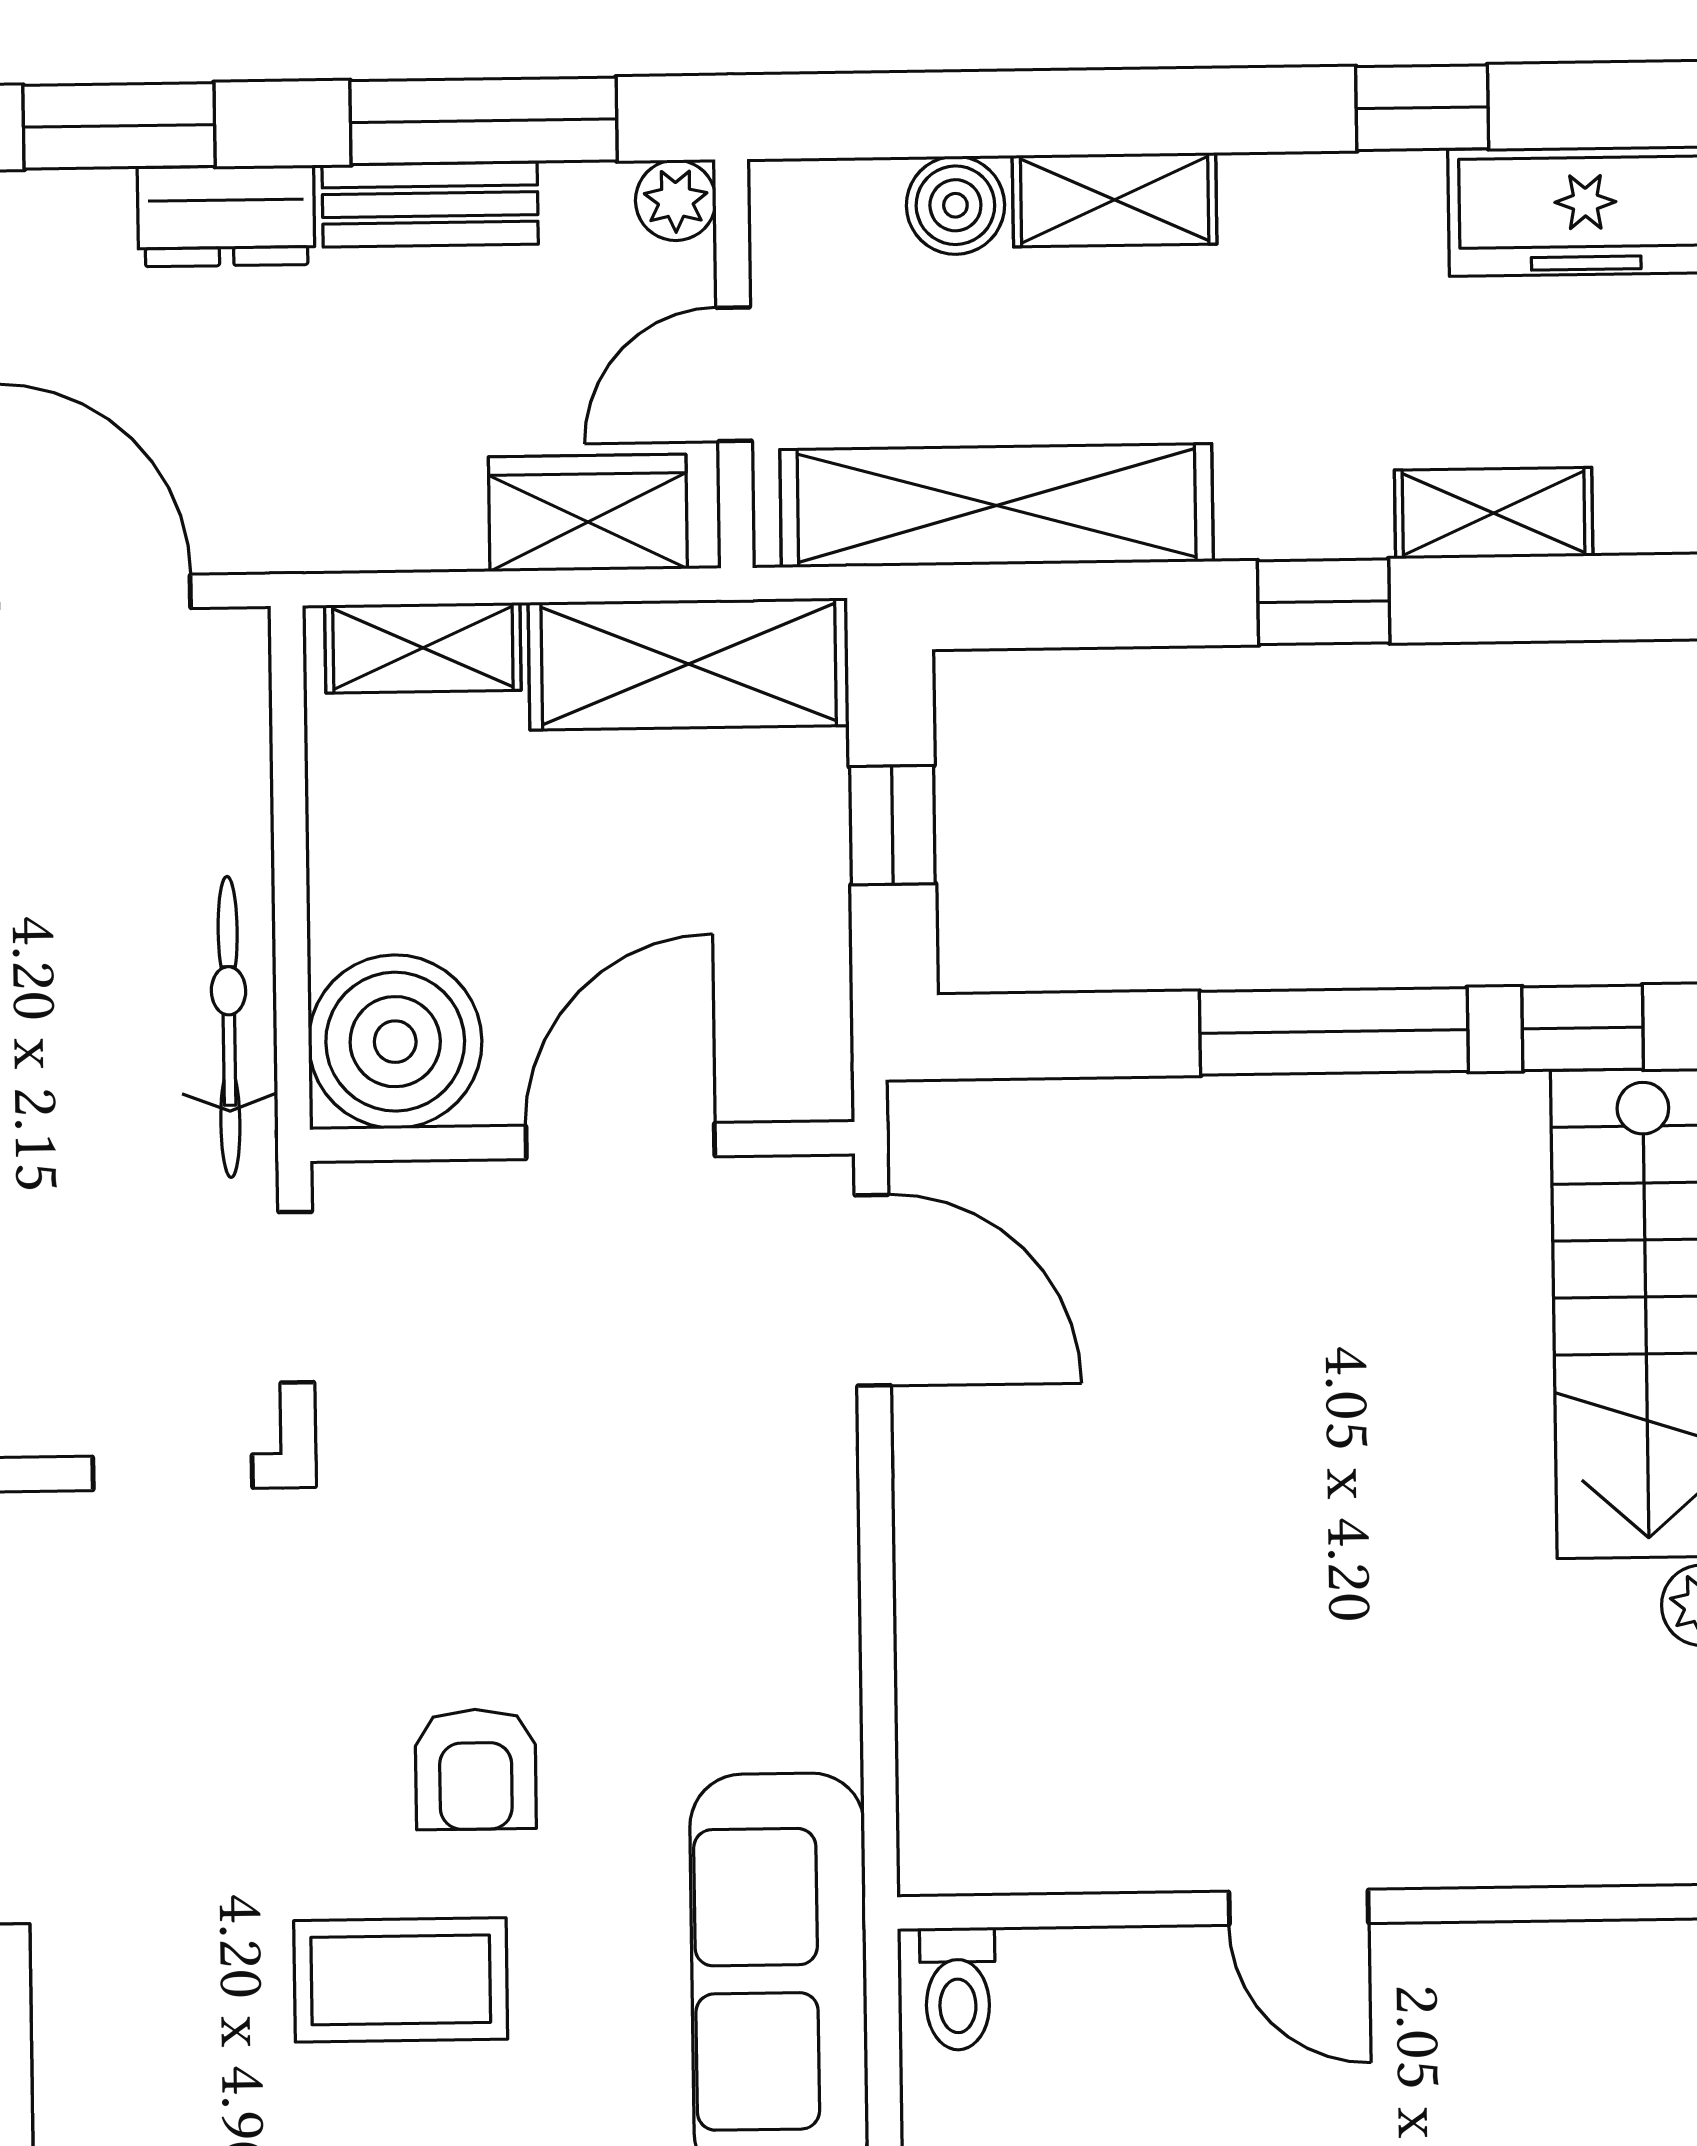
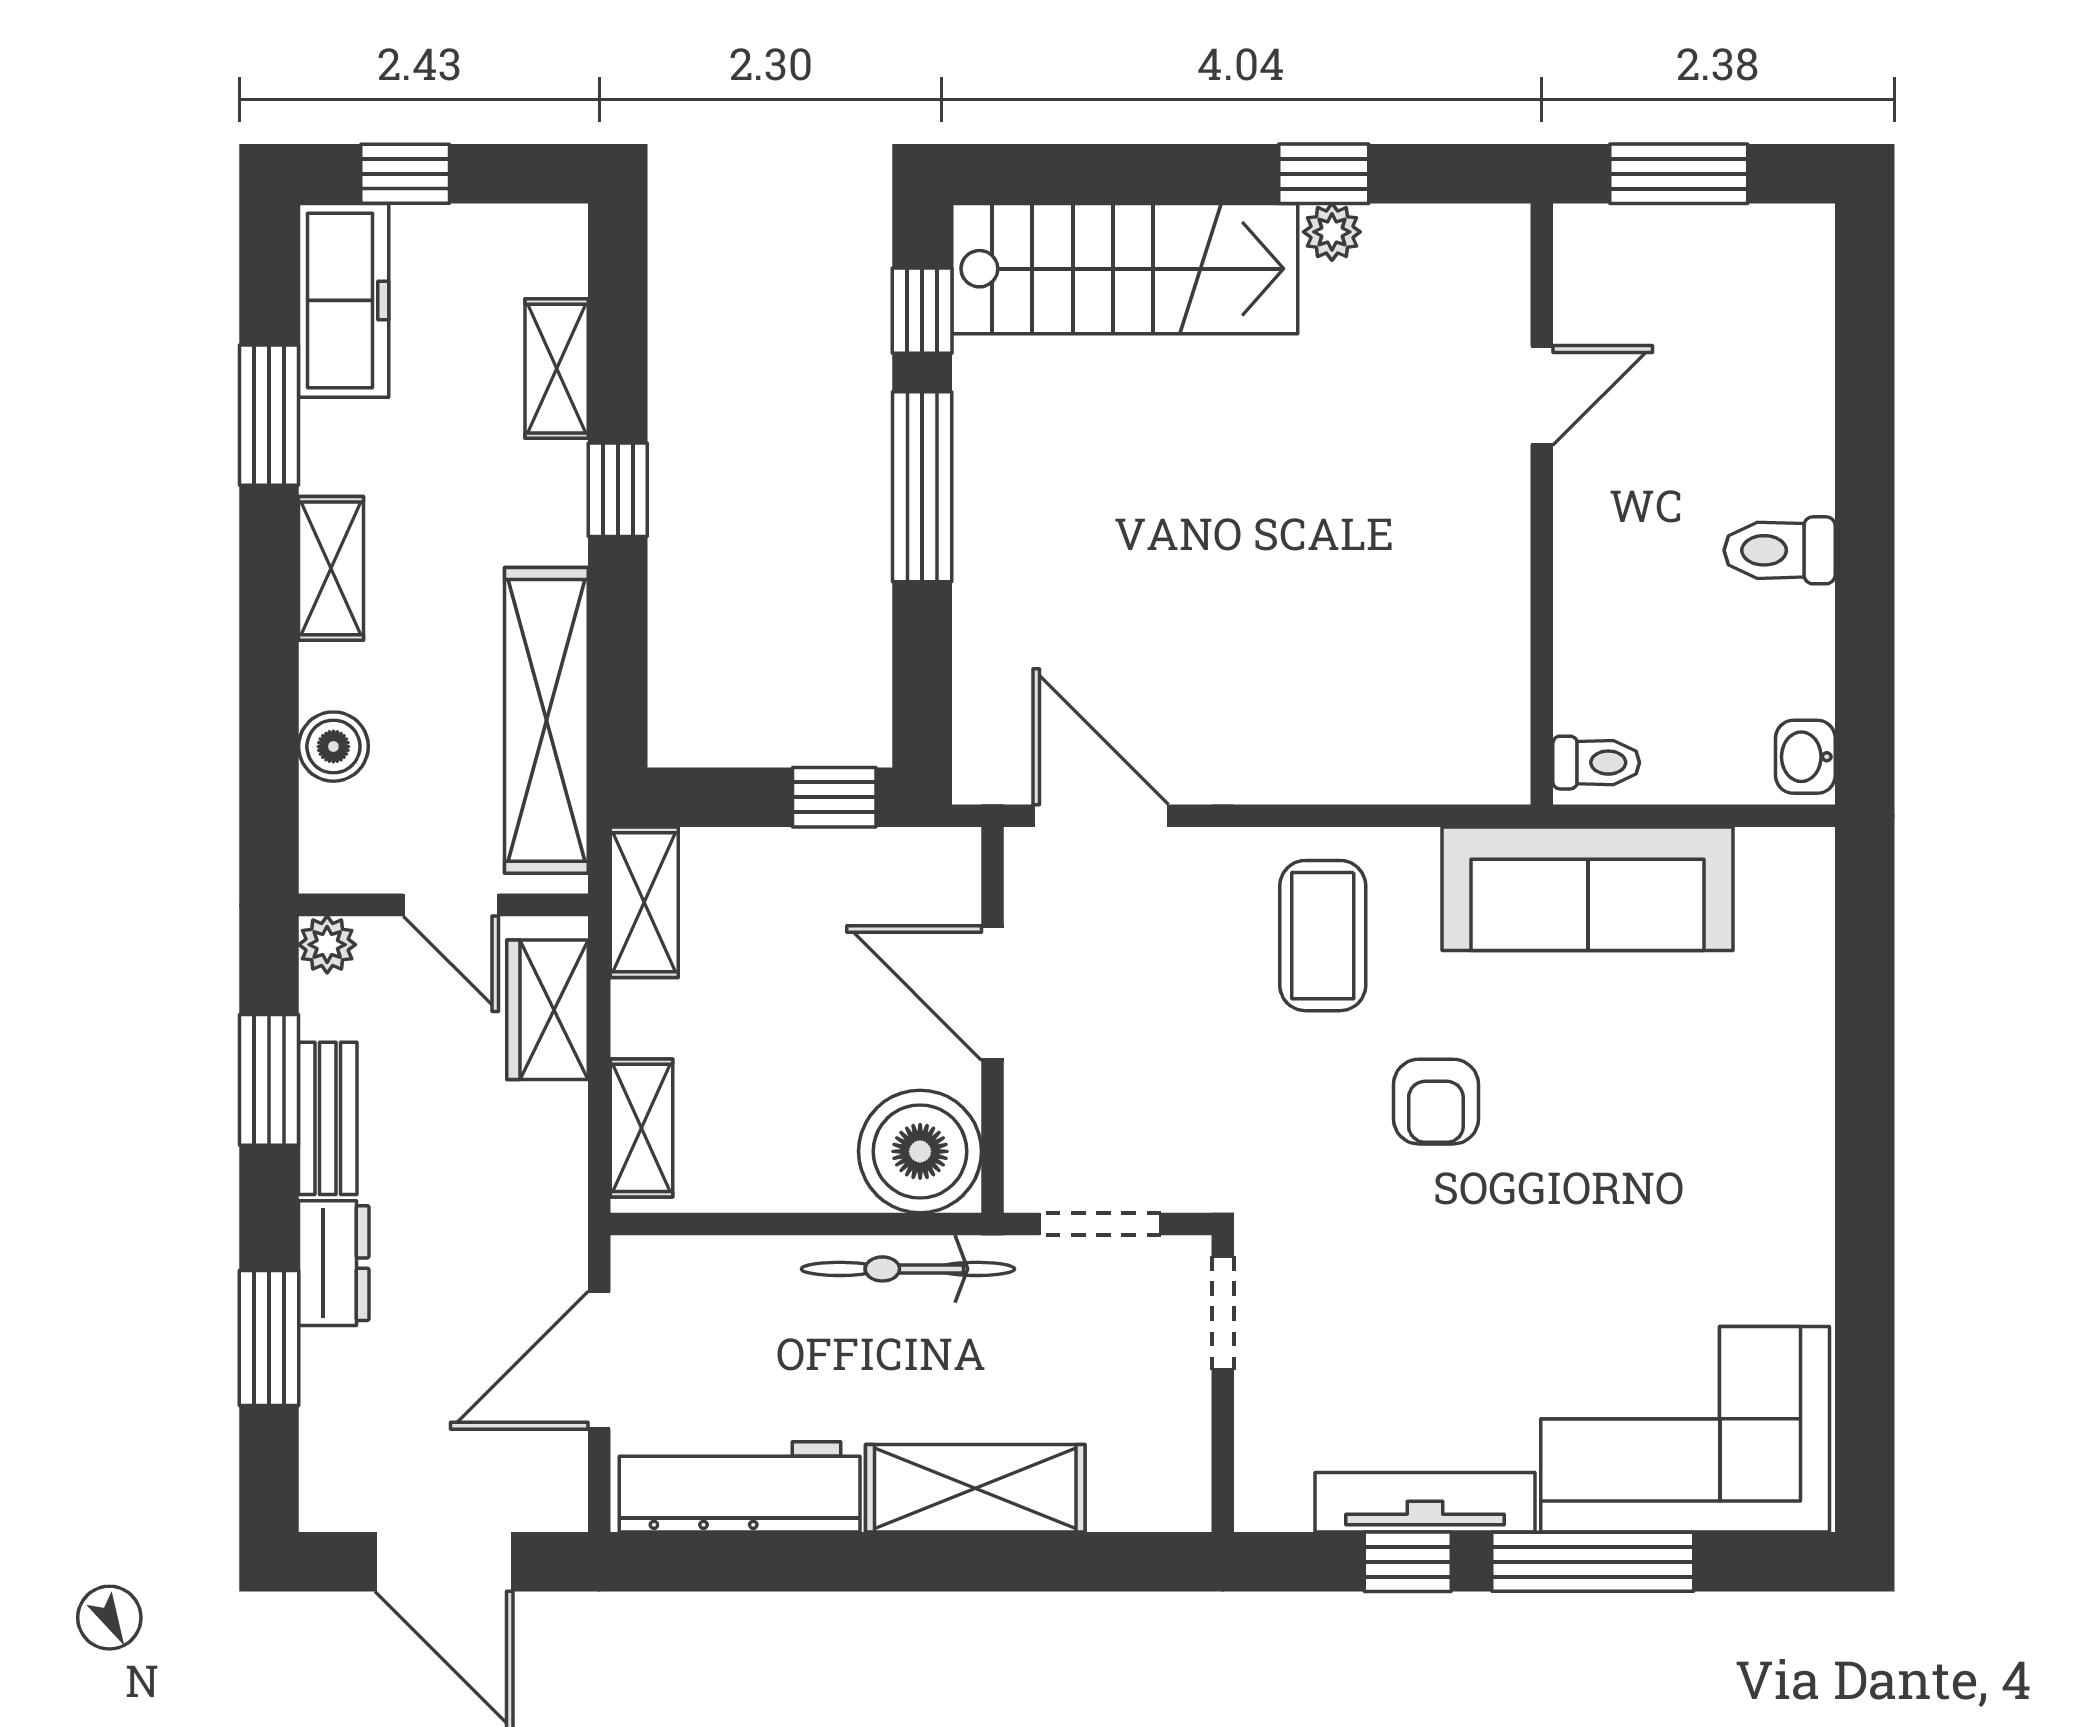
window: (1422, 108) -> (269, 415), width x1.50
window: (484, 121) -> (269, 1080), width x0.69
shelving: (1115, 200) -> (331, 568), moved
shelving: (689, 664) -> (644, 902), width x0.67, depth x0.75
window: (892, 825) -> (834, 797), moved
door: (873, 1290) -> (1101, 816), hinge flipped
armchair: (476, 1769) -> (1436, 1102), turned 90
door: (1299, 1907) -> (1542, 395), moved
coffee table: (401, 1980) -> (1323, 936), moved

